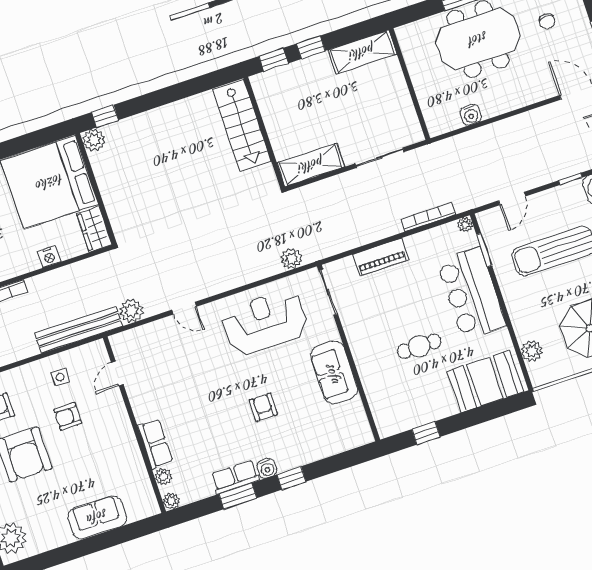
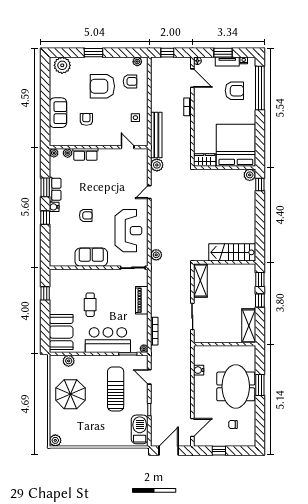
nightstand: (49, 257) -> (198, 132), removed
armchair: (68, 416) -> (86, 119), moved

